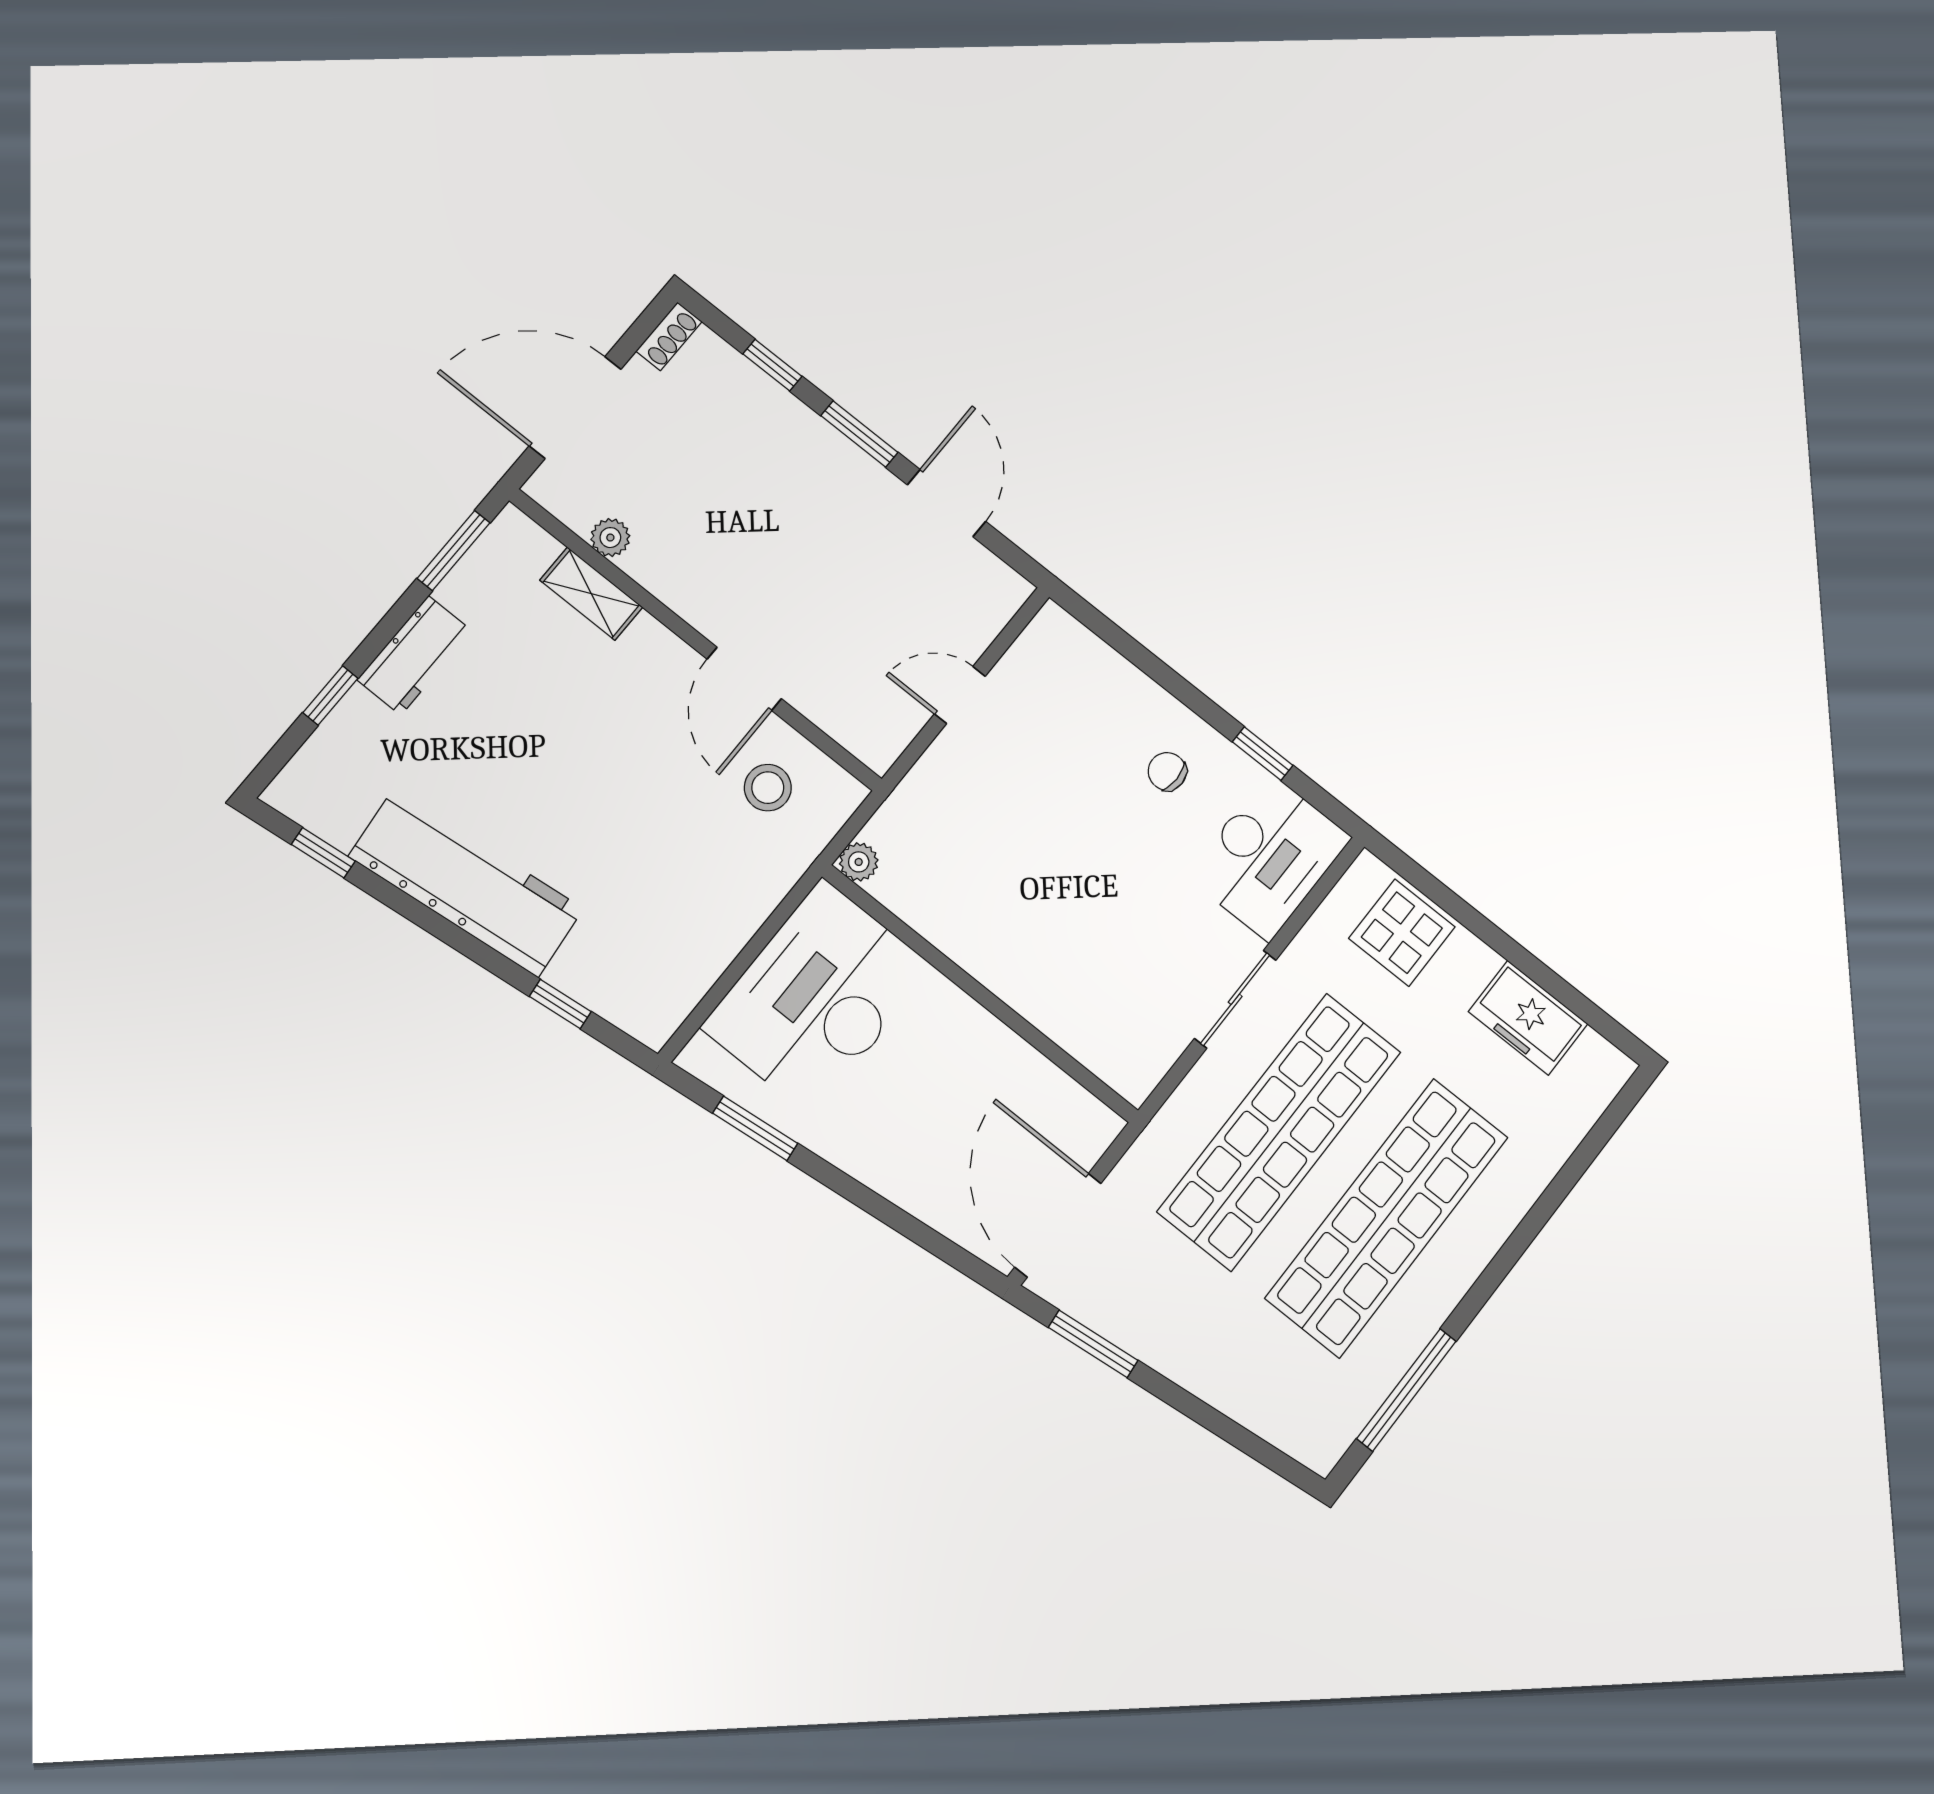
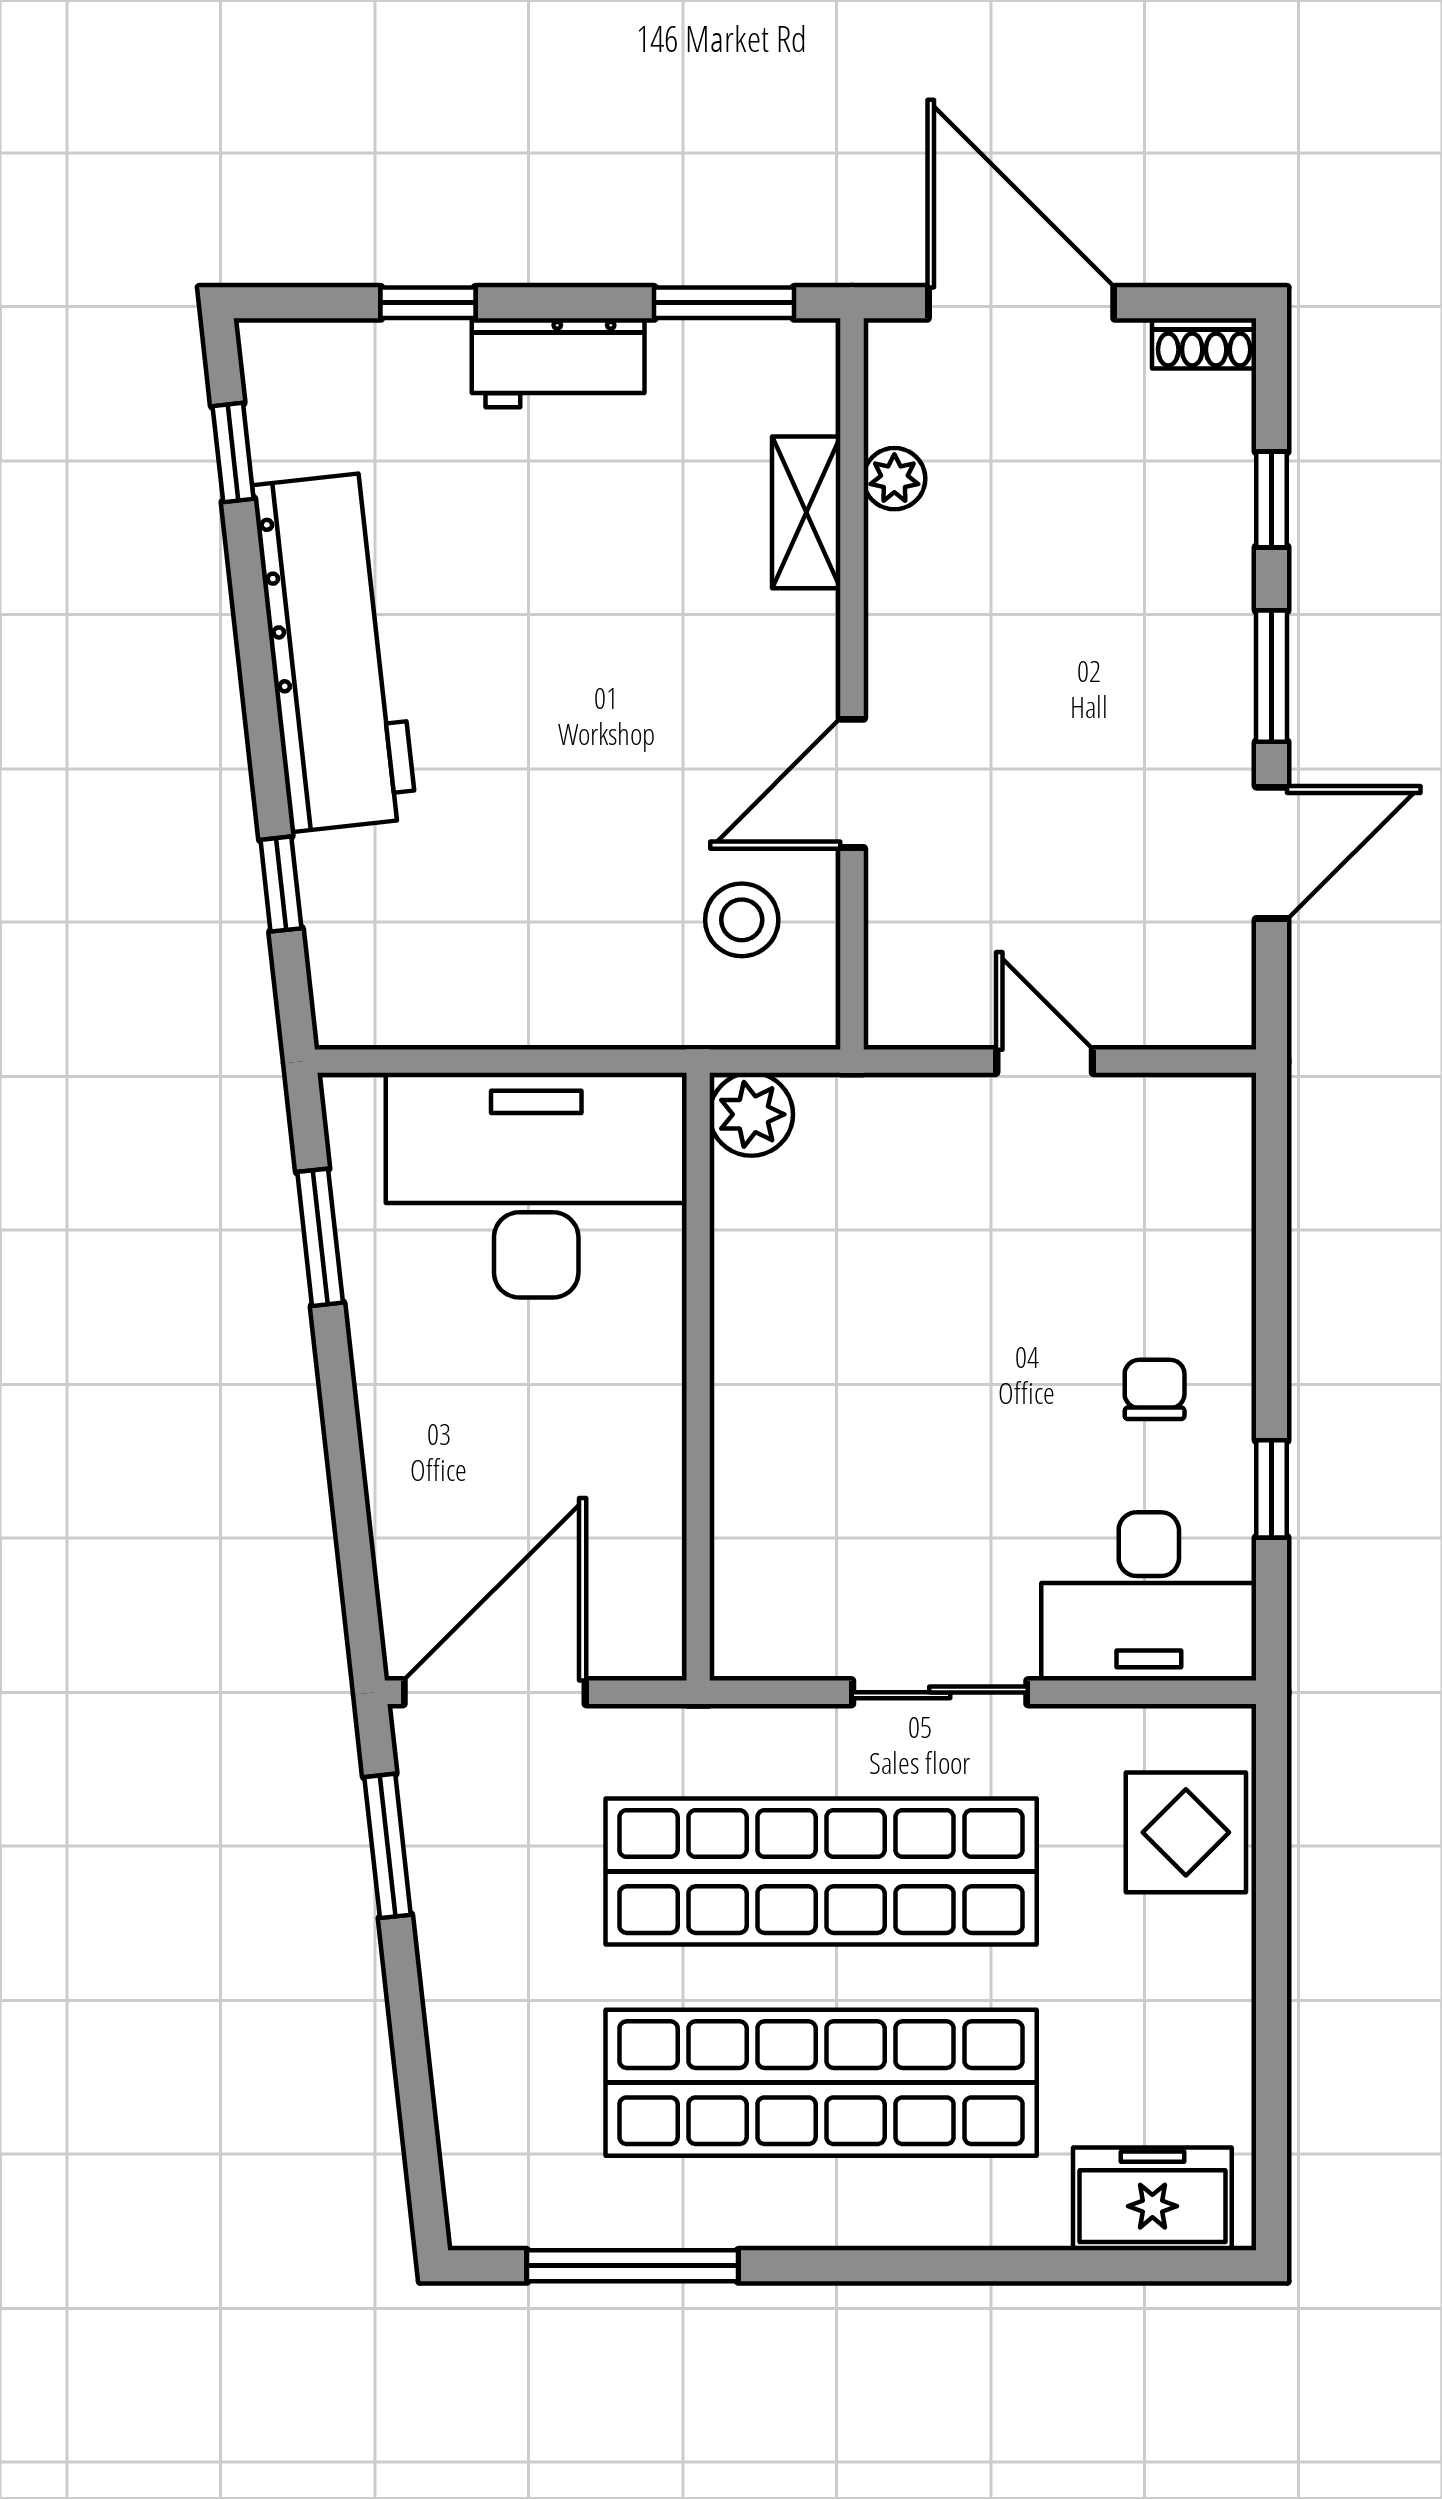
plant: (859, 862) -> (751, 1114), width x1.38, depth x1.38
freezer: (1528, 1018) -> (1152, 2199), moved, turned 90

